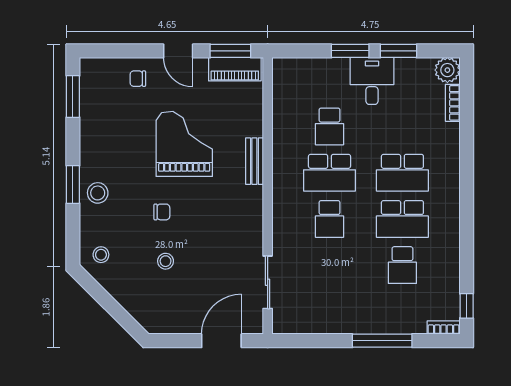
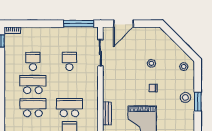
school desk: (330, 219) -> (69, 61), moved
window: (382, 341) -> (79, 24), moved

